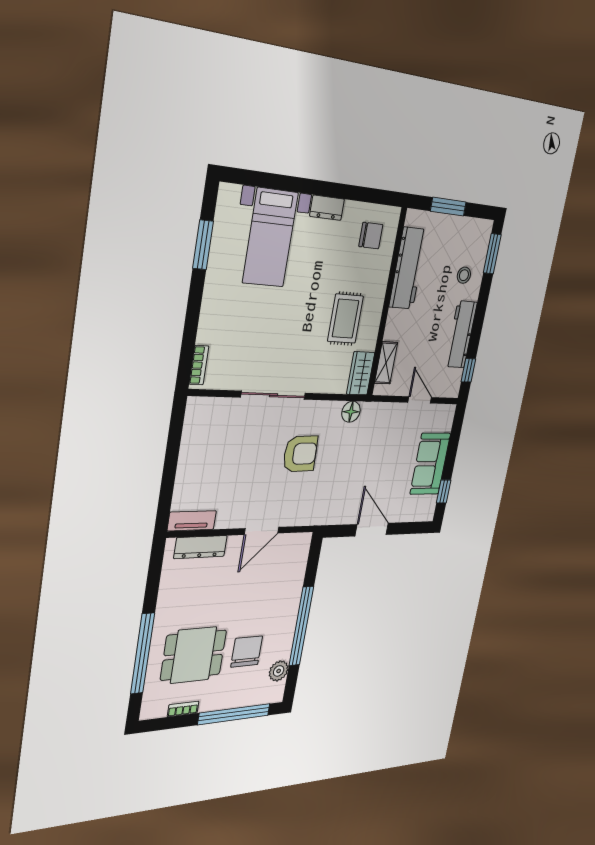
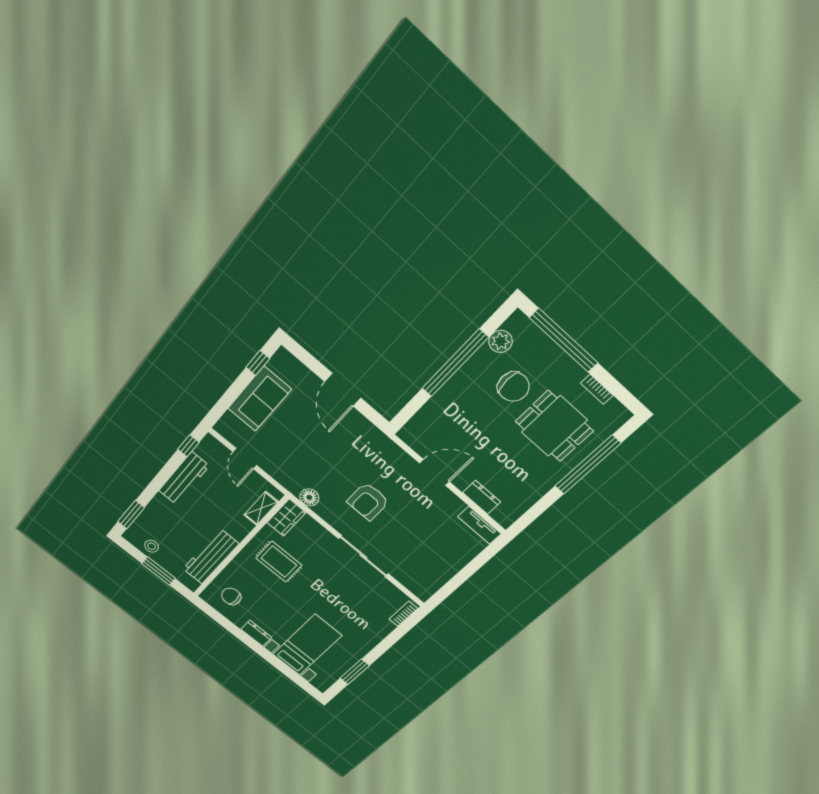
stool: (464, 275) -> (152, 546), moved
rug: (345, 319) -> (279, 562), turned 90
armchair: (300, 454) -> (368, 501), turned -88
dresser: (201, 547) -> (482, 497), width x0.70
chair: (247, 652) -> (513, 387), turned -90

